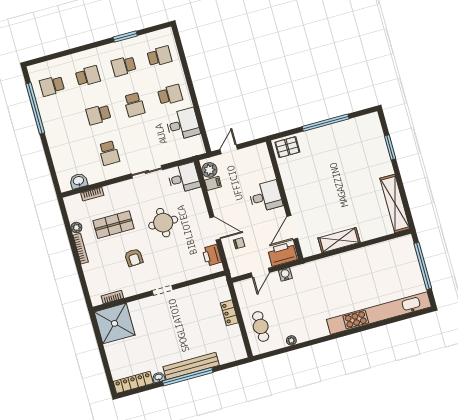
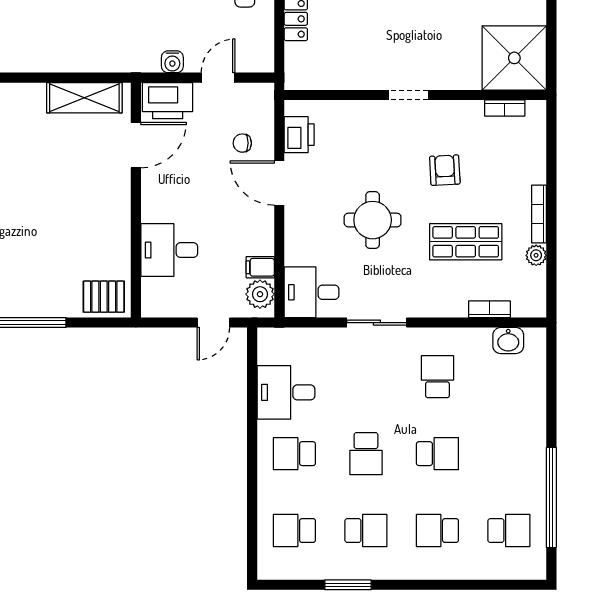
school desk: (134, 105) -> (366, 454), turned 180
desk: (266, 196) -> (169, 250), moved
shelving: (339, 240) -> (84, 98), moved

